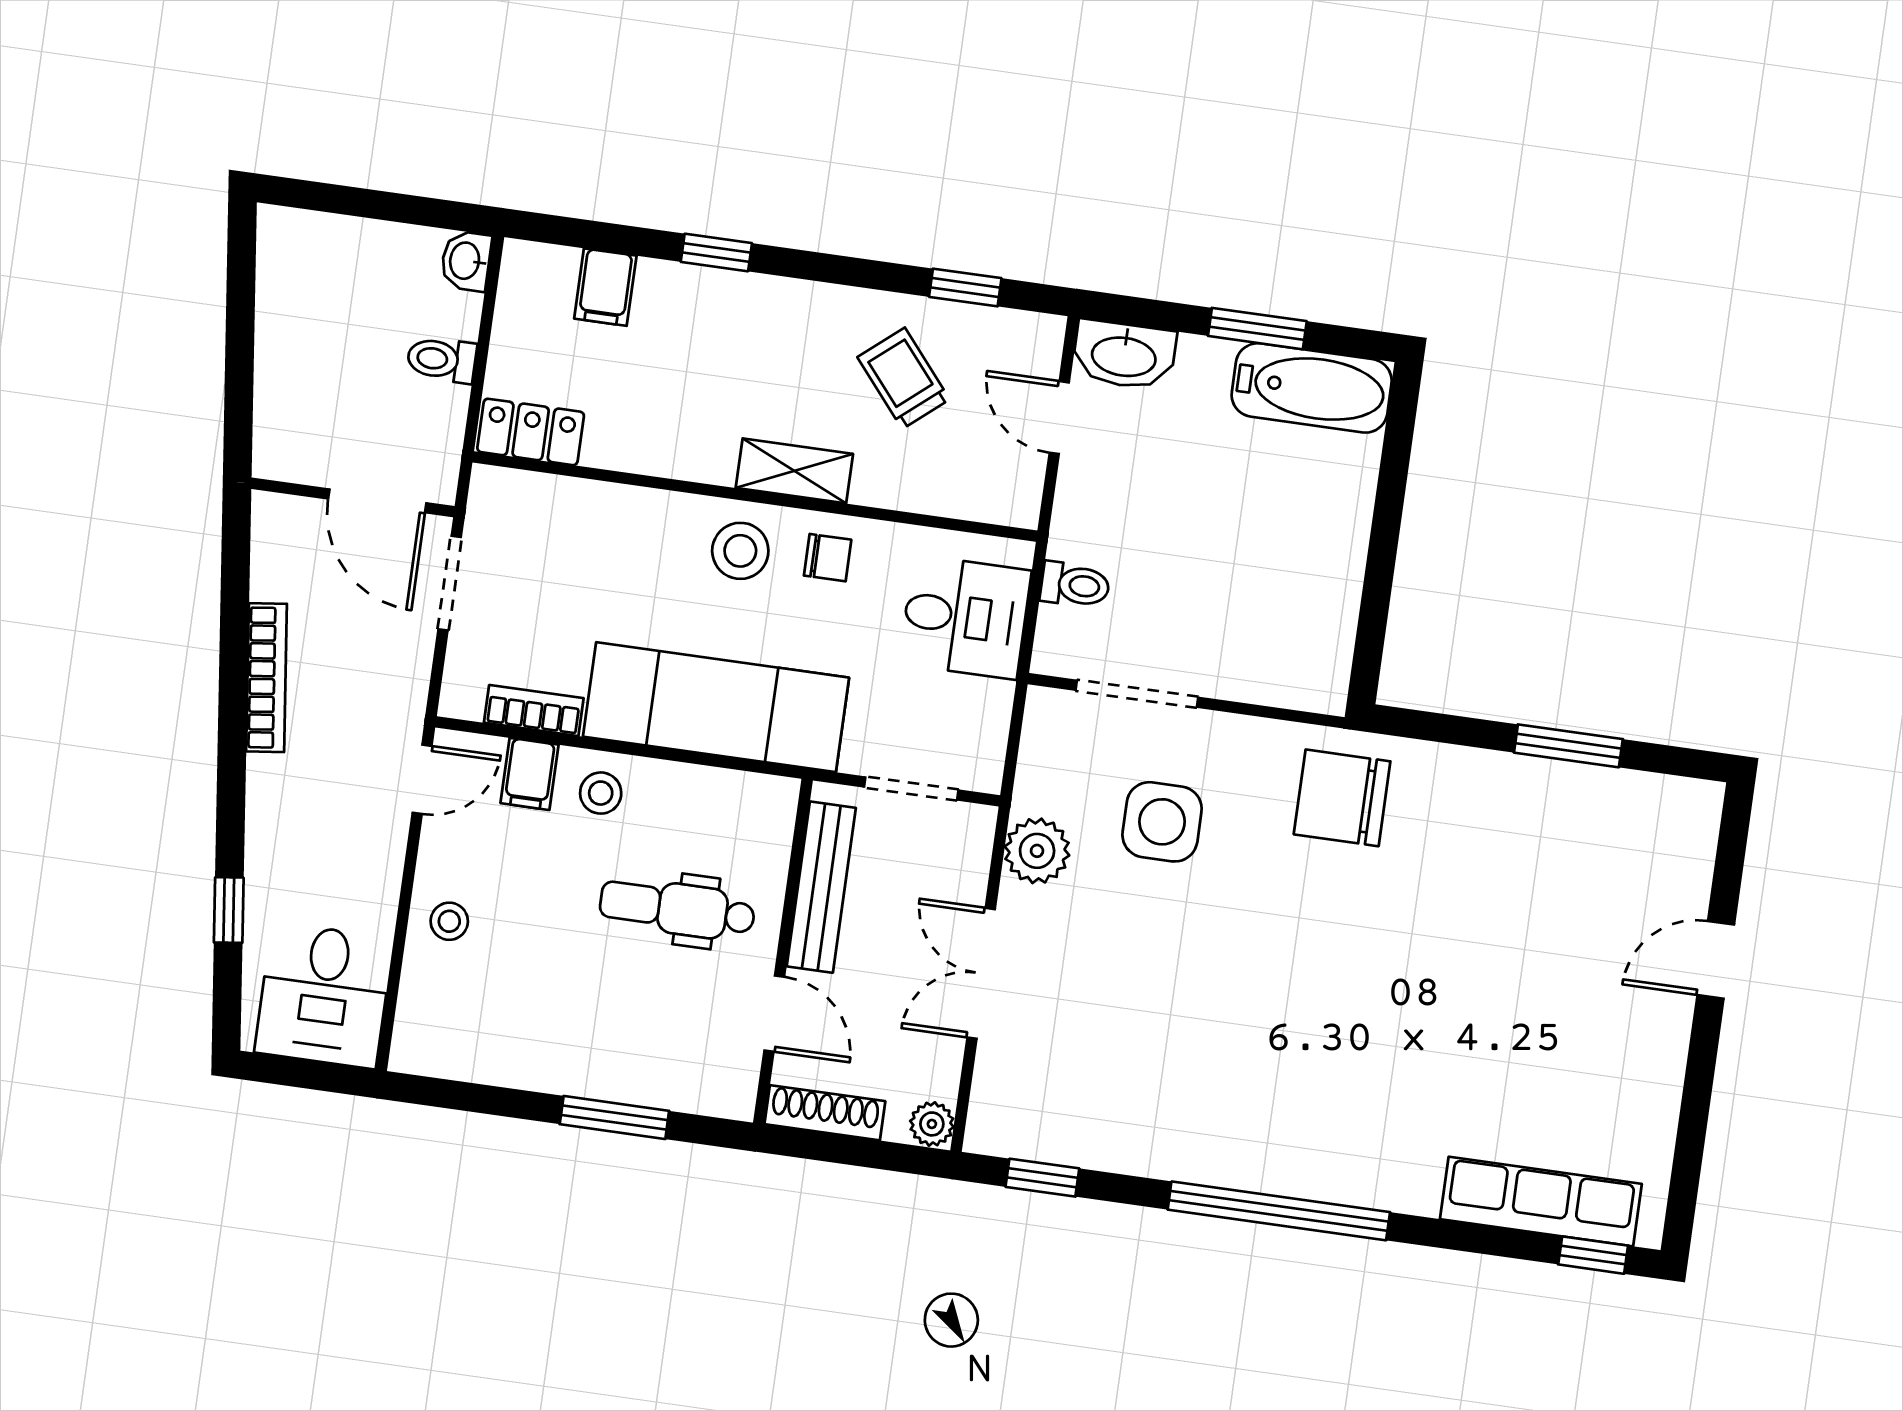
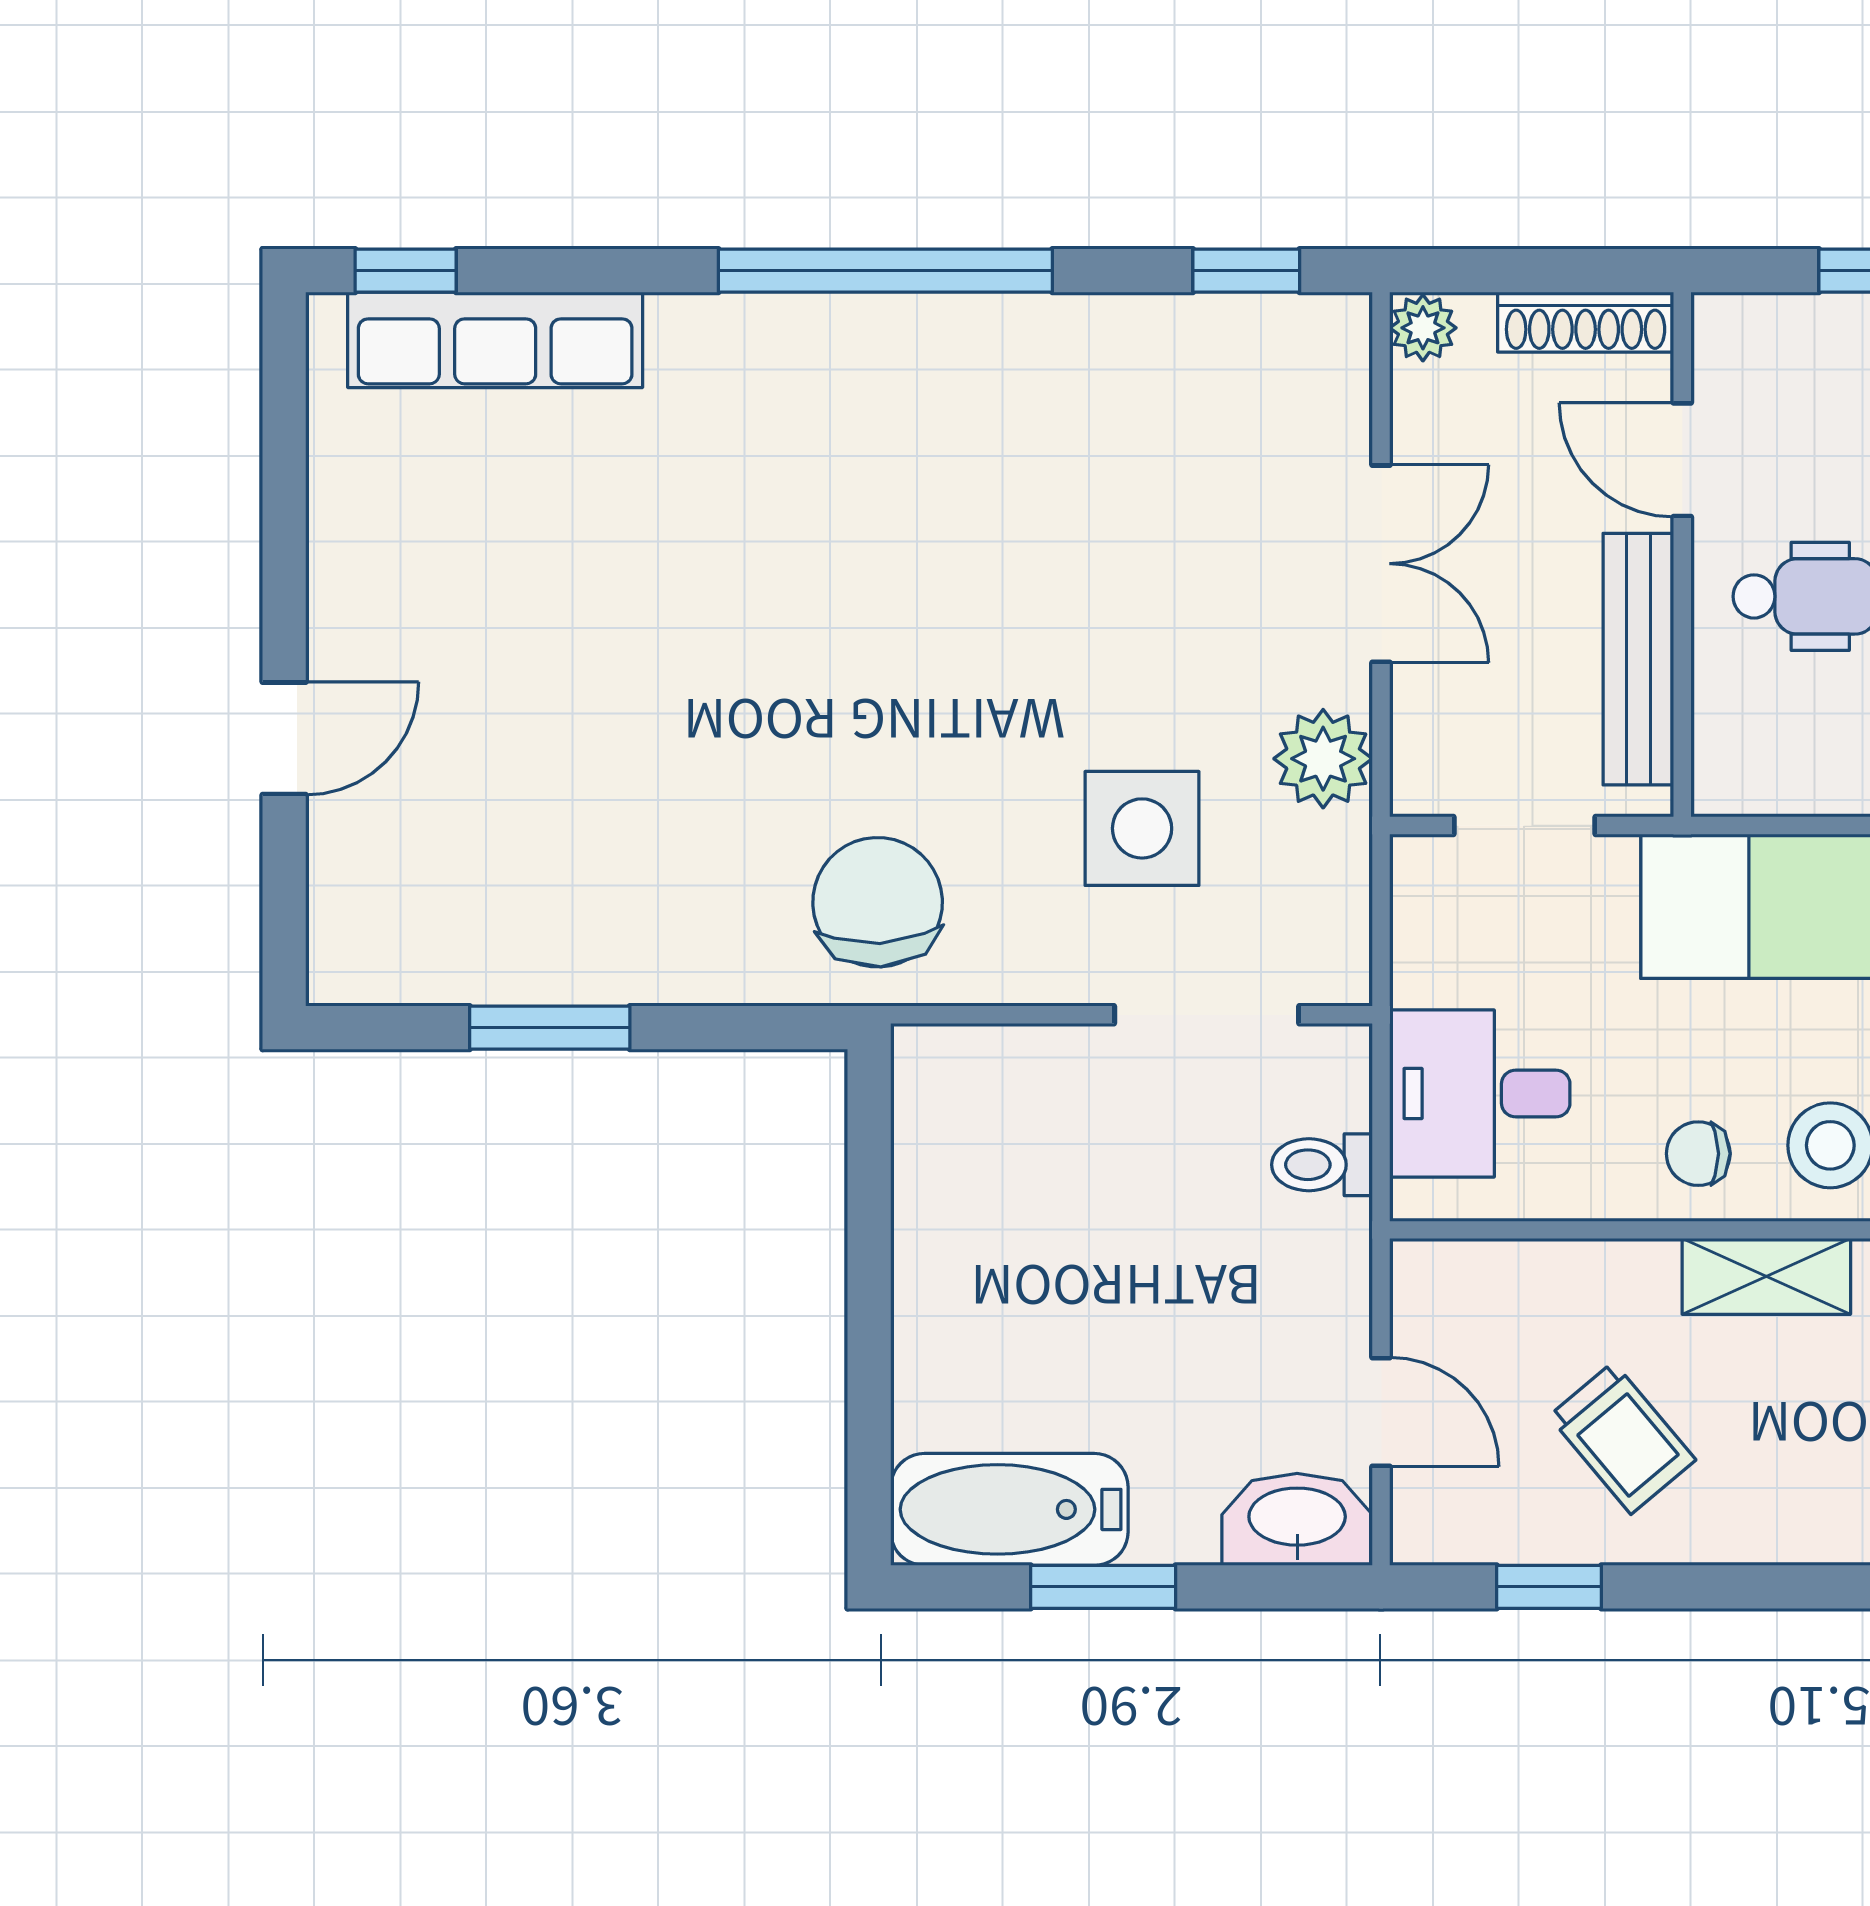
chair: (1342, 798) -> (878, 902), turned -93

